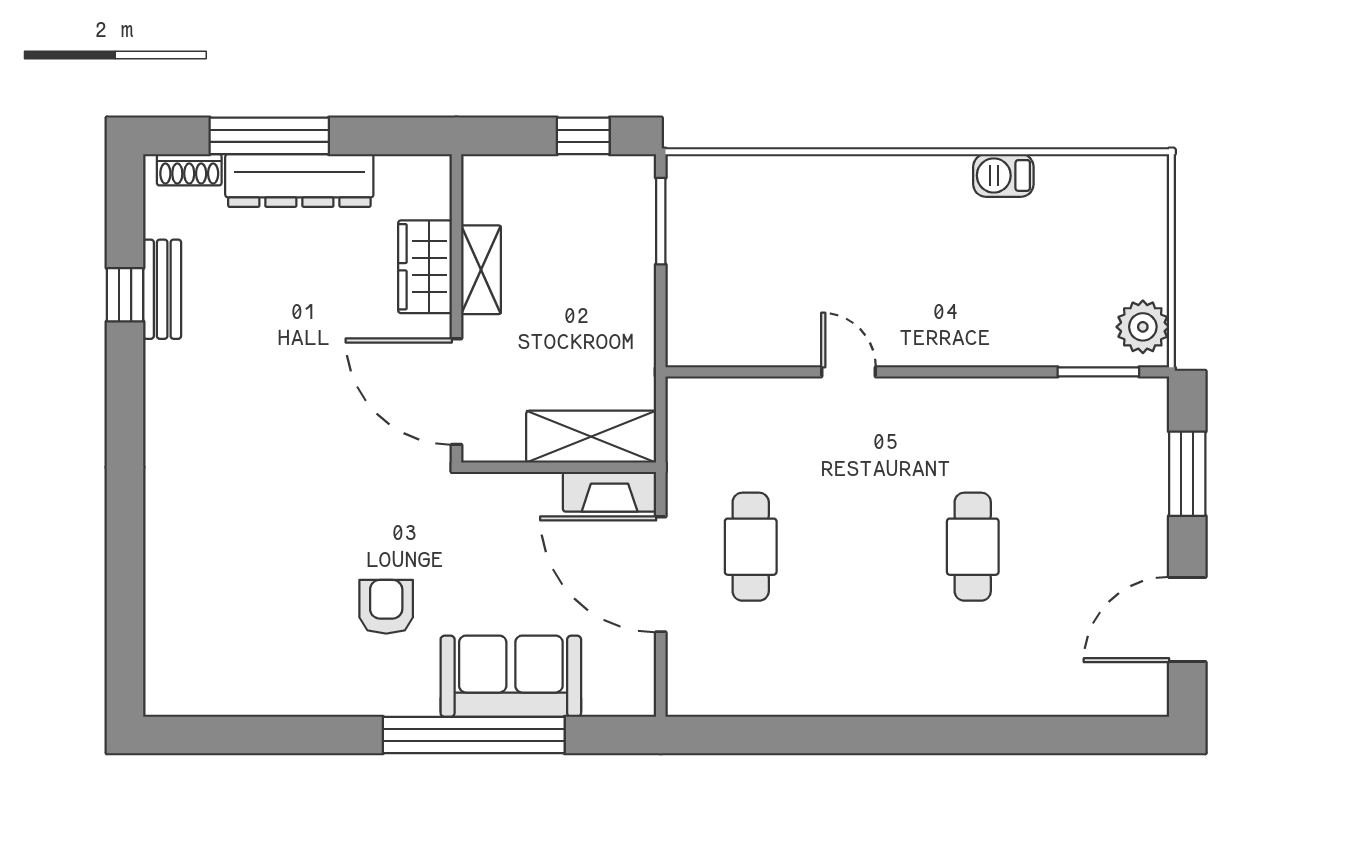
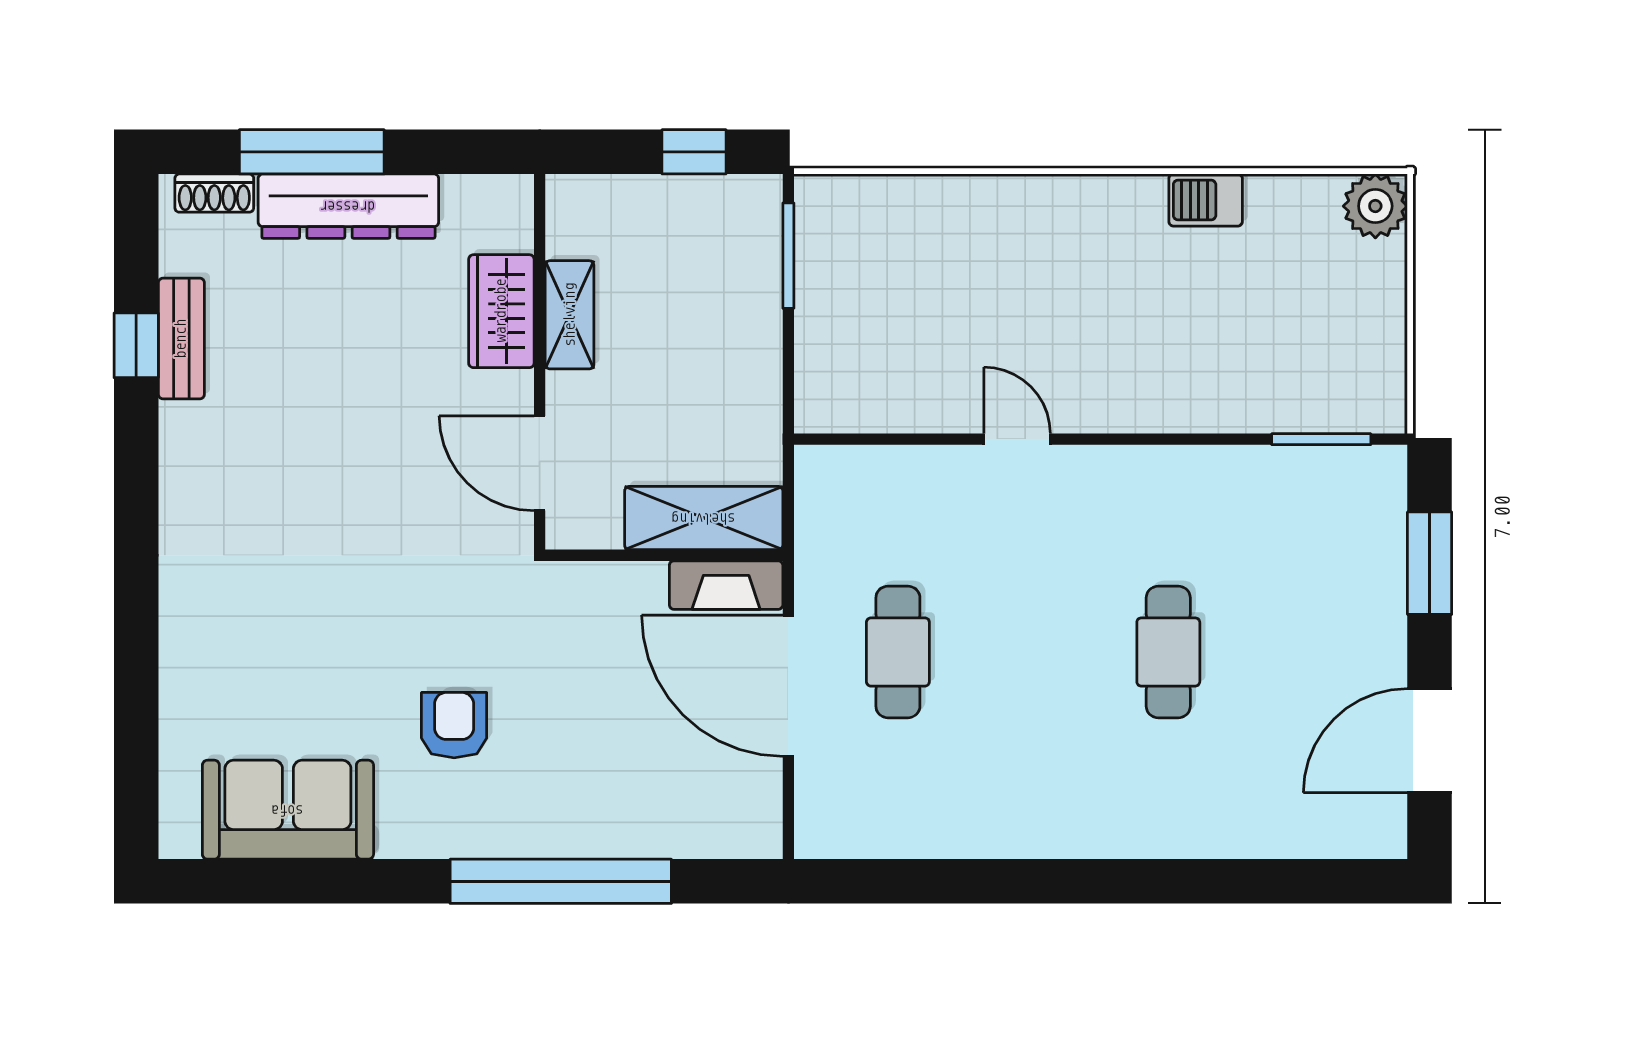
plant: (1143, 327) -> (1375, 206), moved
door: (456, 392) -> (540, 463), width x0.73
sofa: (511, 676) -> (288, 810), moved

